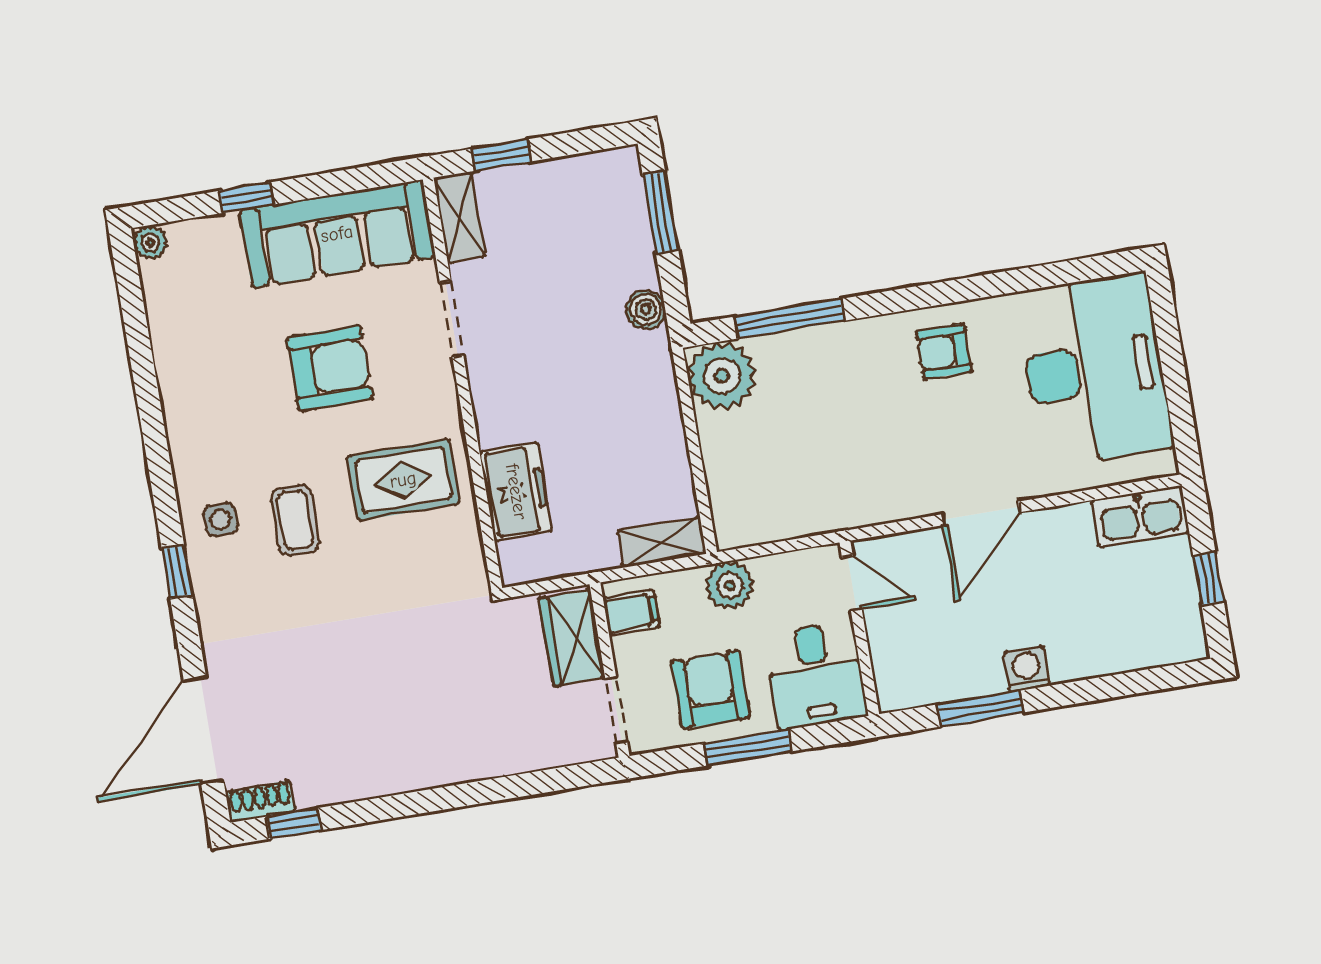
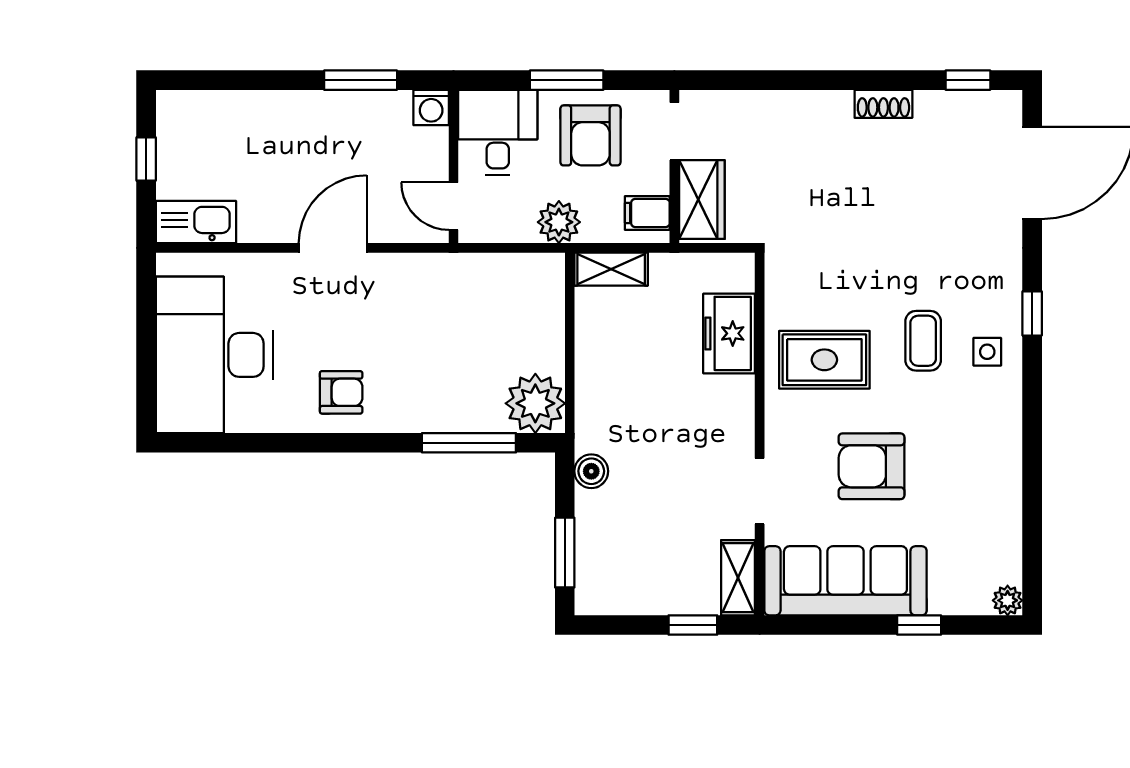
washing machine: (1027, 669) -> (431, 107), moved
shoe rack: (260, 801) -> (883, 104), moved

